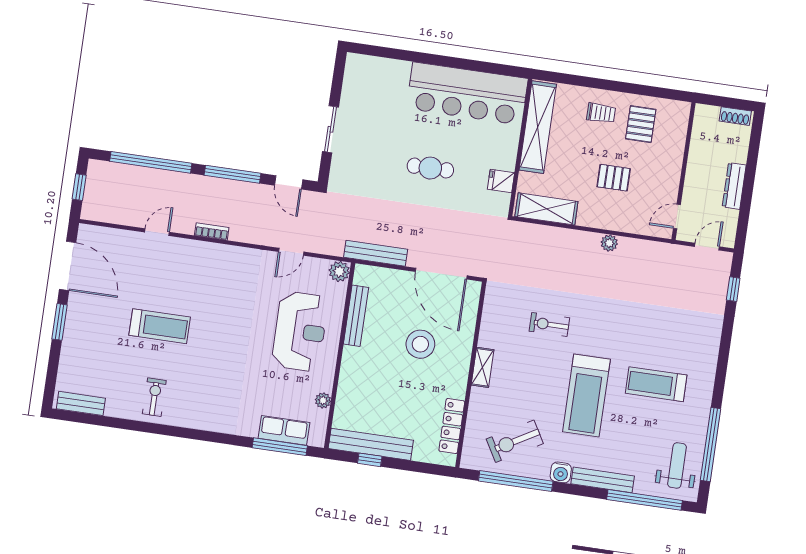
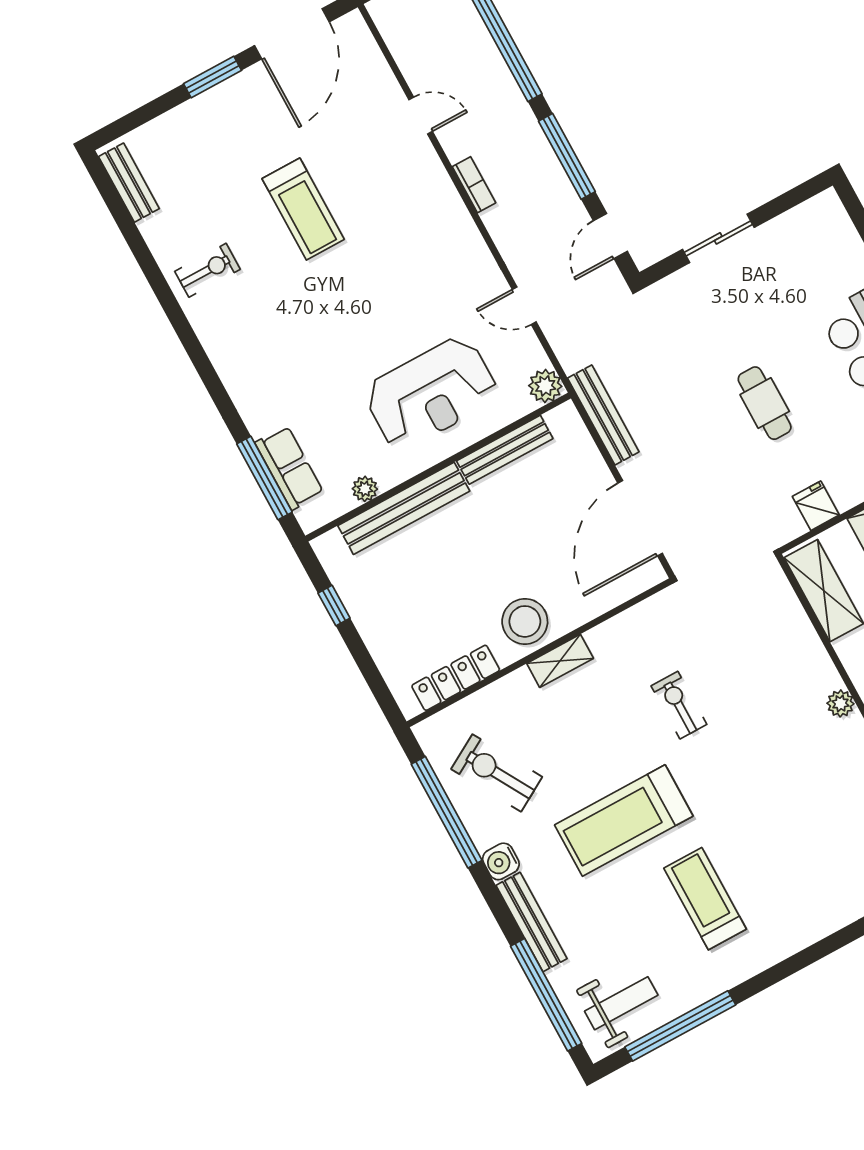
stool: (420, 344) -> (525, 621), moved
bench: (371, 444) -> (404, 508), moved, turned 90

